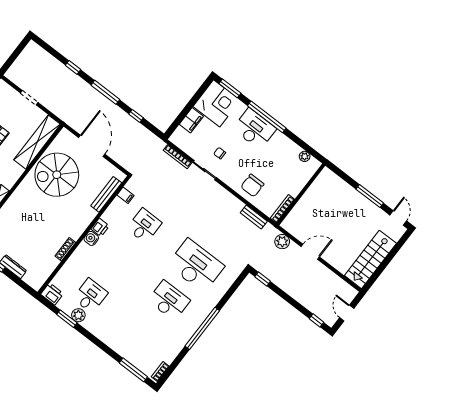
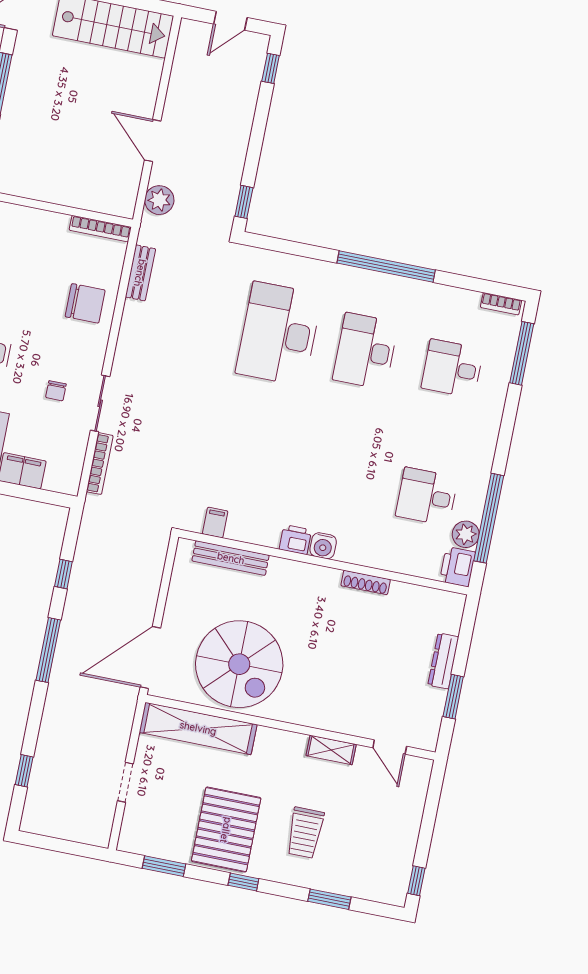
window: (73, 67) -> (24, 771), moved
door: (92, 146) -> (150, 658), moved
desk: (144, 226) -> (452, 368), moved
plant: (78, 315) -> (466, 534), moved
window: (67, 319) -> (489, 518), width x2.11

